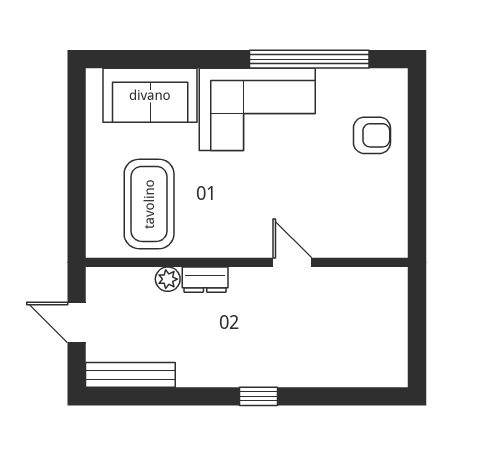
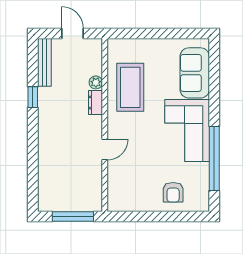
coffee table: (149, 204) -> (130, 87), moved, turned 90
door: (77, 322) -> (73, 33), hinge flipped
window: (417, 322) -> (73, 217), added
window: (258, 396) -> (33, 97), moved

